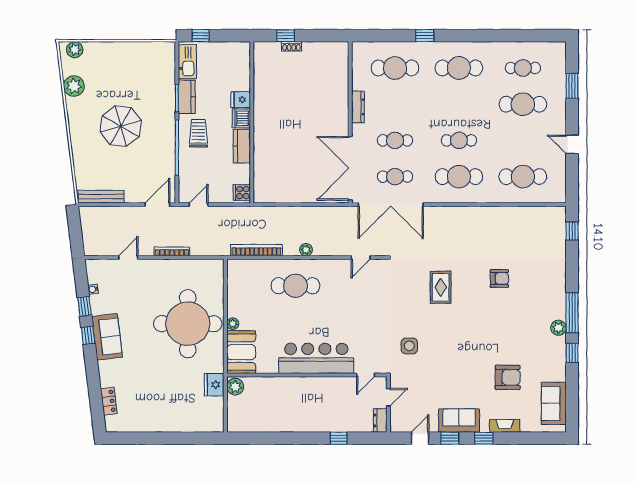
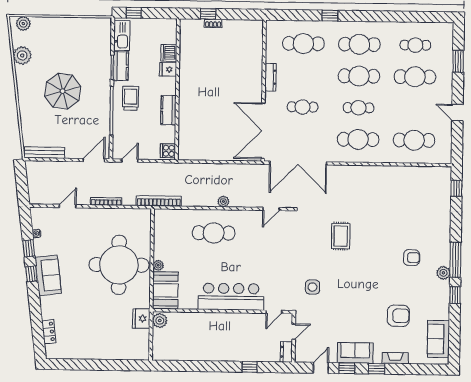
dishwasher: (241, 118) -> (169, 53), moved
cafe table: (395, 177) -> (359, 76), moved, width x1.37, depth x1.35
bookcase: (256, 250) -> (159, 201), moved
armchair: (499, 278) -> (412, 258), moved

